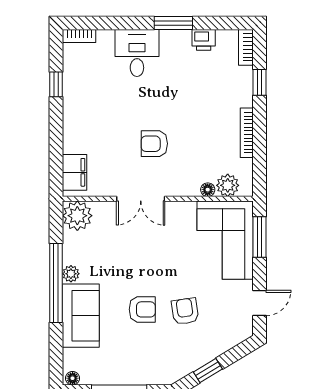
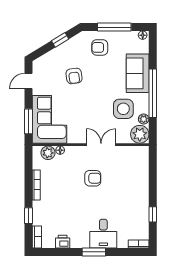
window: (173, 23) -> (94, 252), moved
filing cabinet: (74, 172) -> (141, 161), removed
side table: (104, 257) -> (123, 109), added
plant: (71, 274) -> (144, 119), moved
armchair: (142, 309) -> (100, 47), moved

